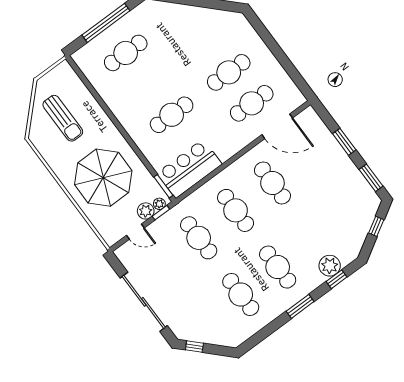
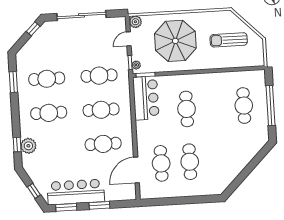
bar counter: (347, 178) -> (76, 192), added
plant: (146, 211) -> (135, 22), moved
window: (300, 306) -> (13, 82), moved

